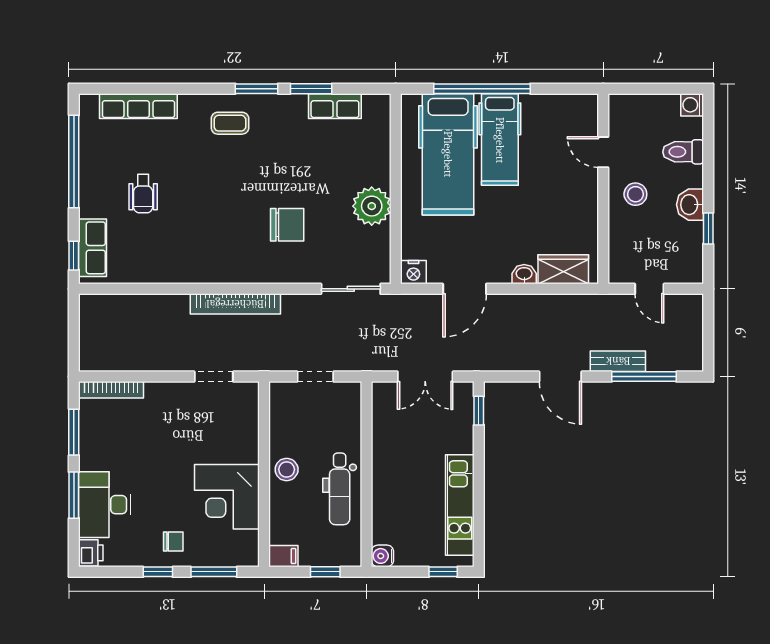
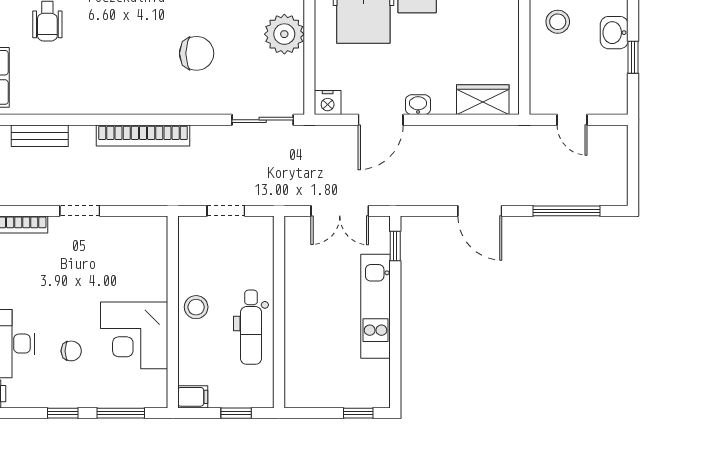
washbasin: (524, 274) -> (418, 105), moved
bench: (618, 361) -> (40, 136), moved
doorway: (214, 377) -> (80, 211), moved
kitchen unit: (460, 505) -> (376, 306), moved
chair: (173, 541) -> (71, 351), moved
water cooler: (382, 556) -> (295, 397), removed

